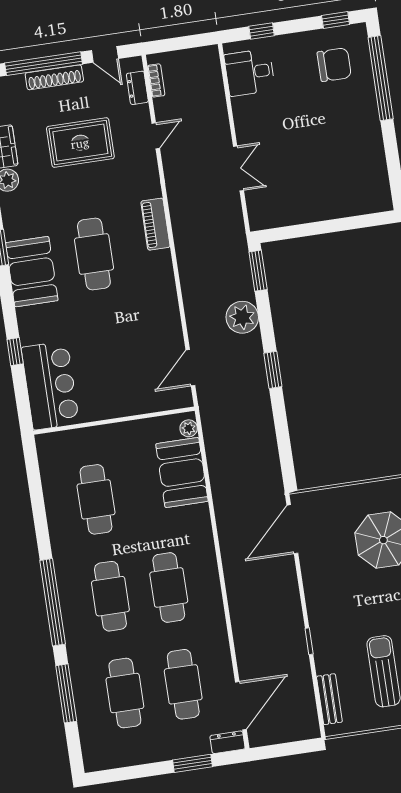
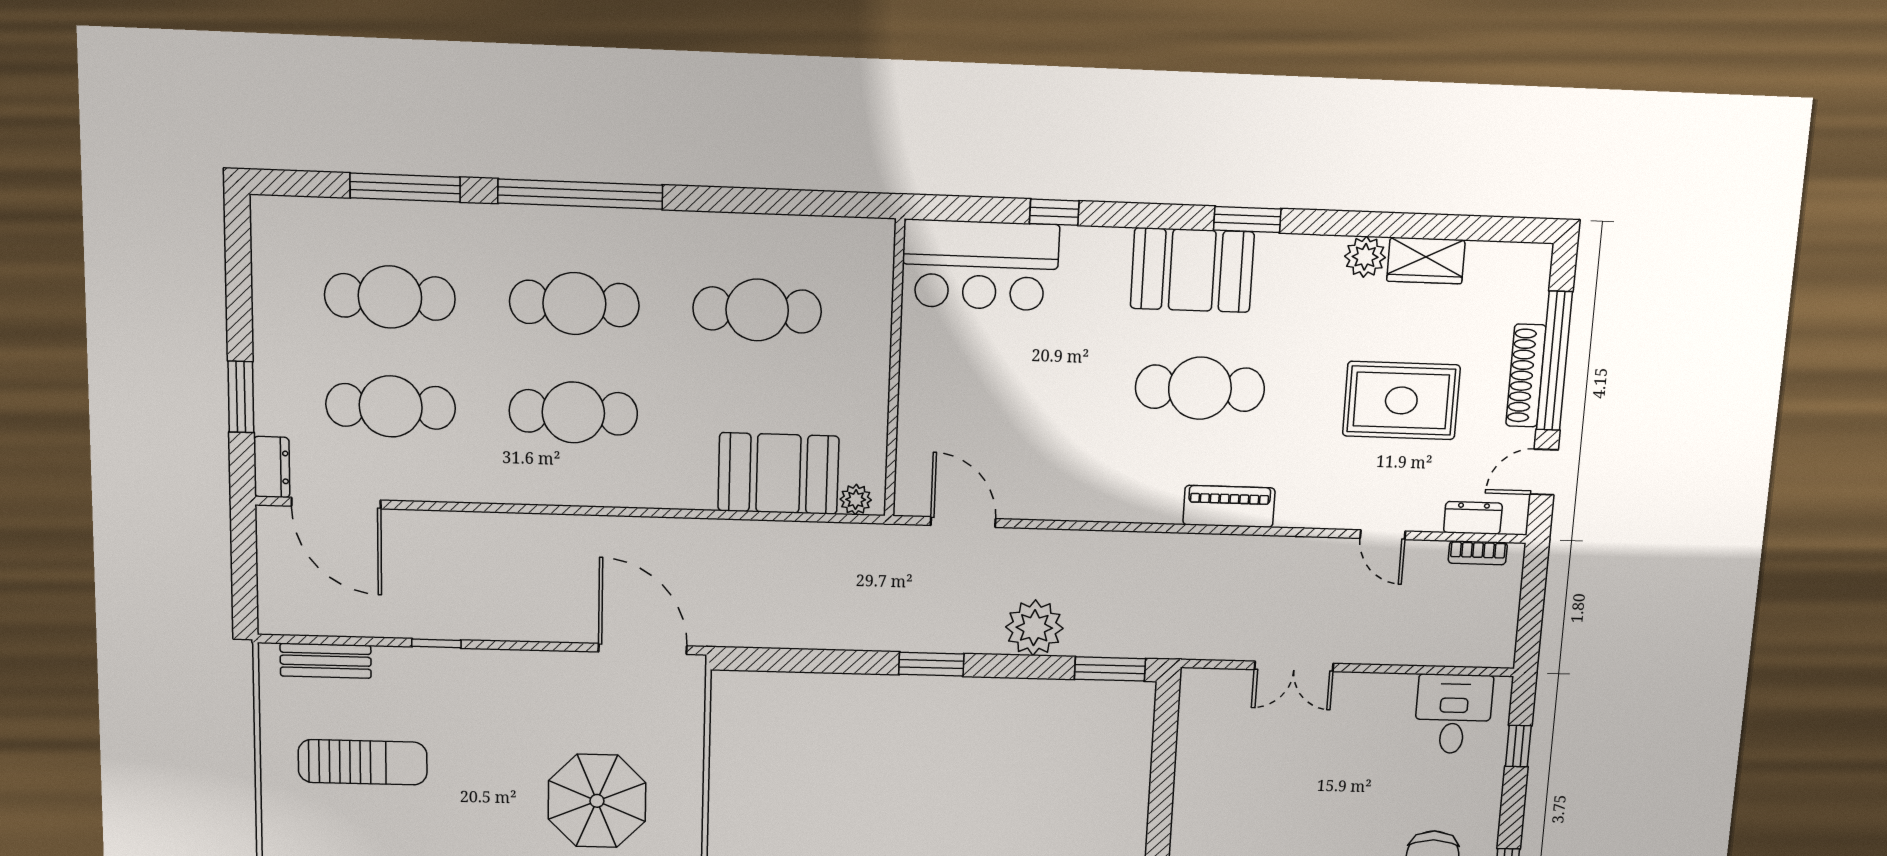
rug: (80, 143) -> (1401, 400), turned 90

